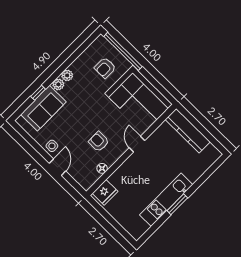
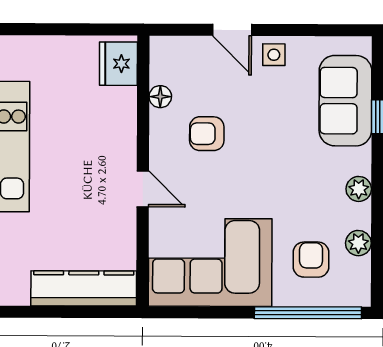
plant: (58, 84) -> (358, 243), moved
armchair: (99, 142) -> (207, 134), turned 180

